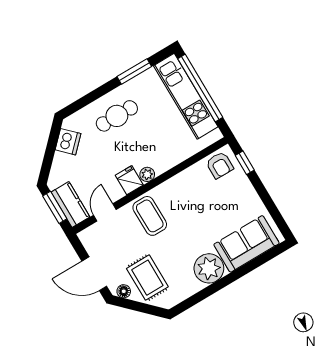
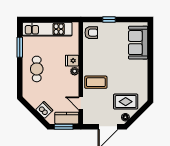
window: (200, 88) -> (47, 19), removed
dishwasher: (68, 142) -> (44, 110), moved
window: (245, 163) -> (109, 19), moved
fridge: (129, 180) -> (72, 61), moved
plant: (209, 268) -> (139, 68), removed

